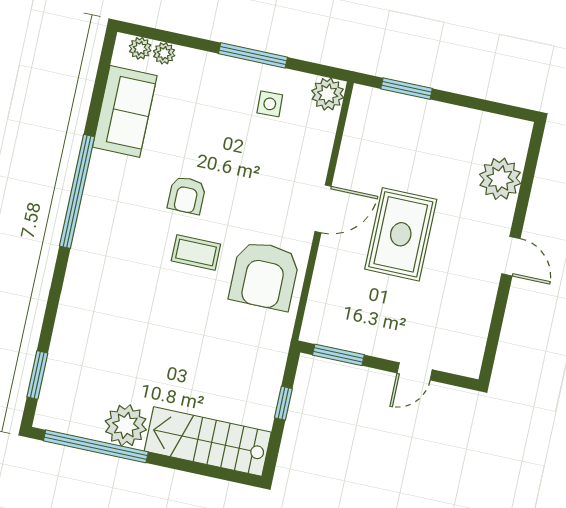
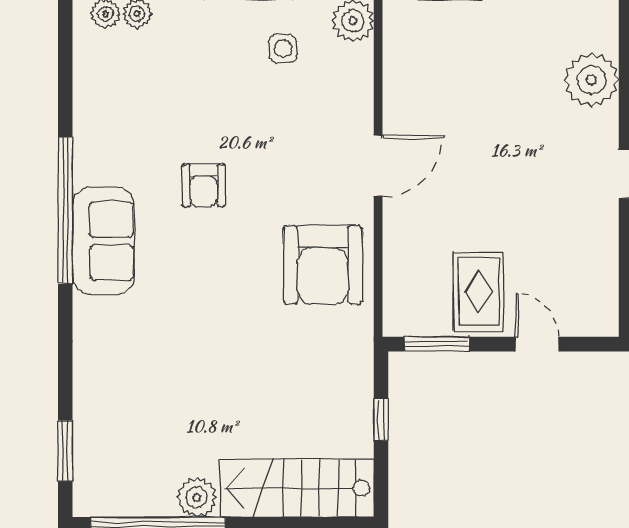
sofa: (125, 111) -> (103, 241), moved
rug: (401, 234) -> (478, 291), moved, width x0.73, depth x0.70
coffee table: (196, 252) -> (231, 255), removed
door: (415, 371) -> (537, 344), swing flipped
plant: (126, 425) -> (197, 497), width x0.73, depth x0.73

